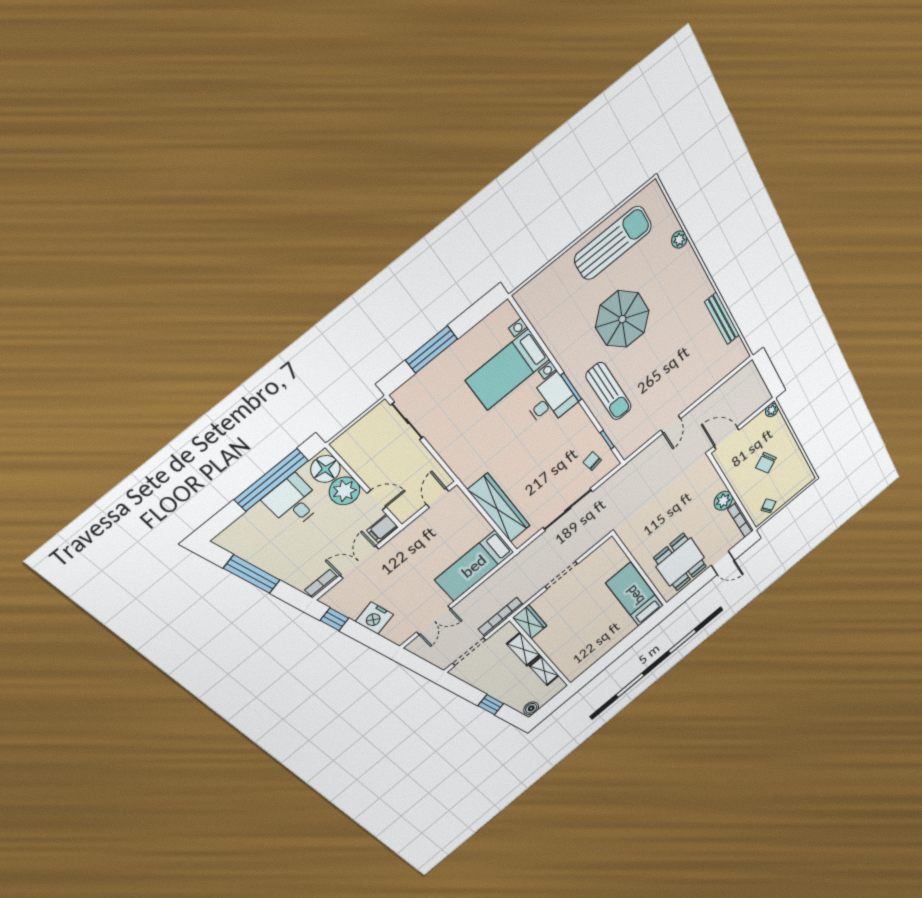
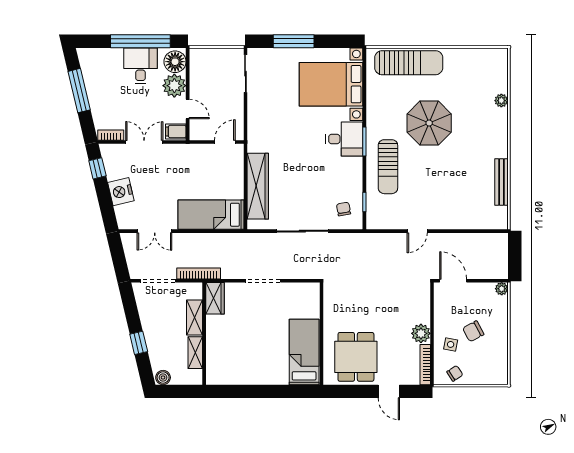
sun lounger: (613, 243) -> (409, 63), moved
bed with nightstands: (508, 370) -> (331, 84), width x1.36
side table: (753, 488) -> (451, 344), added

